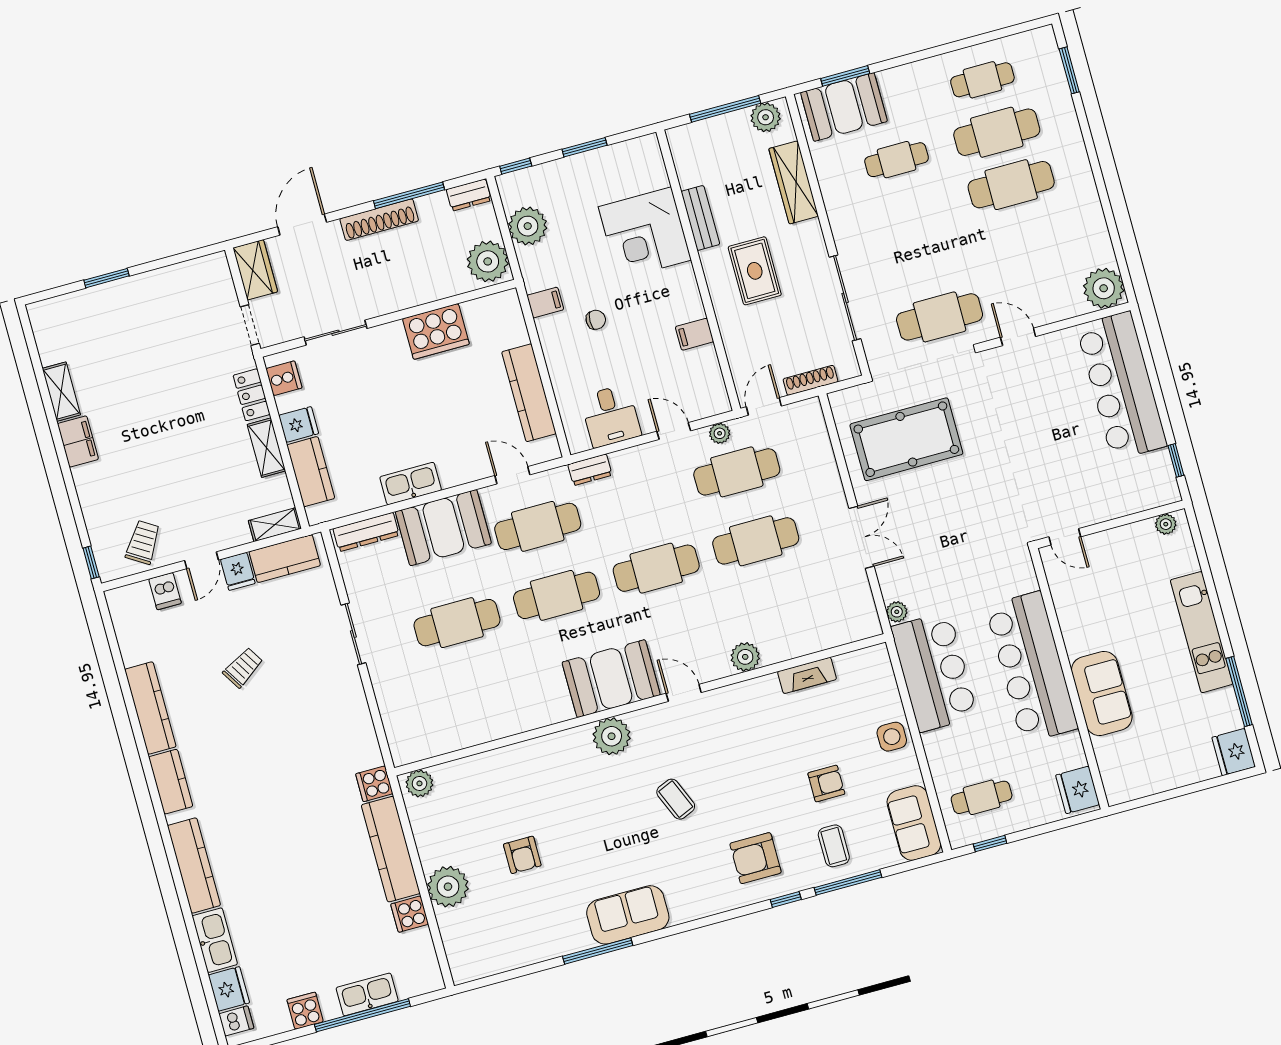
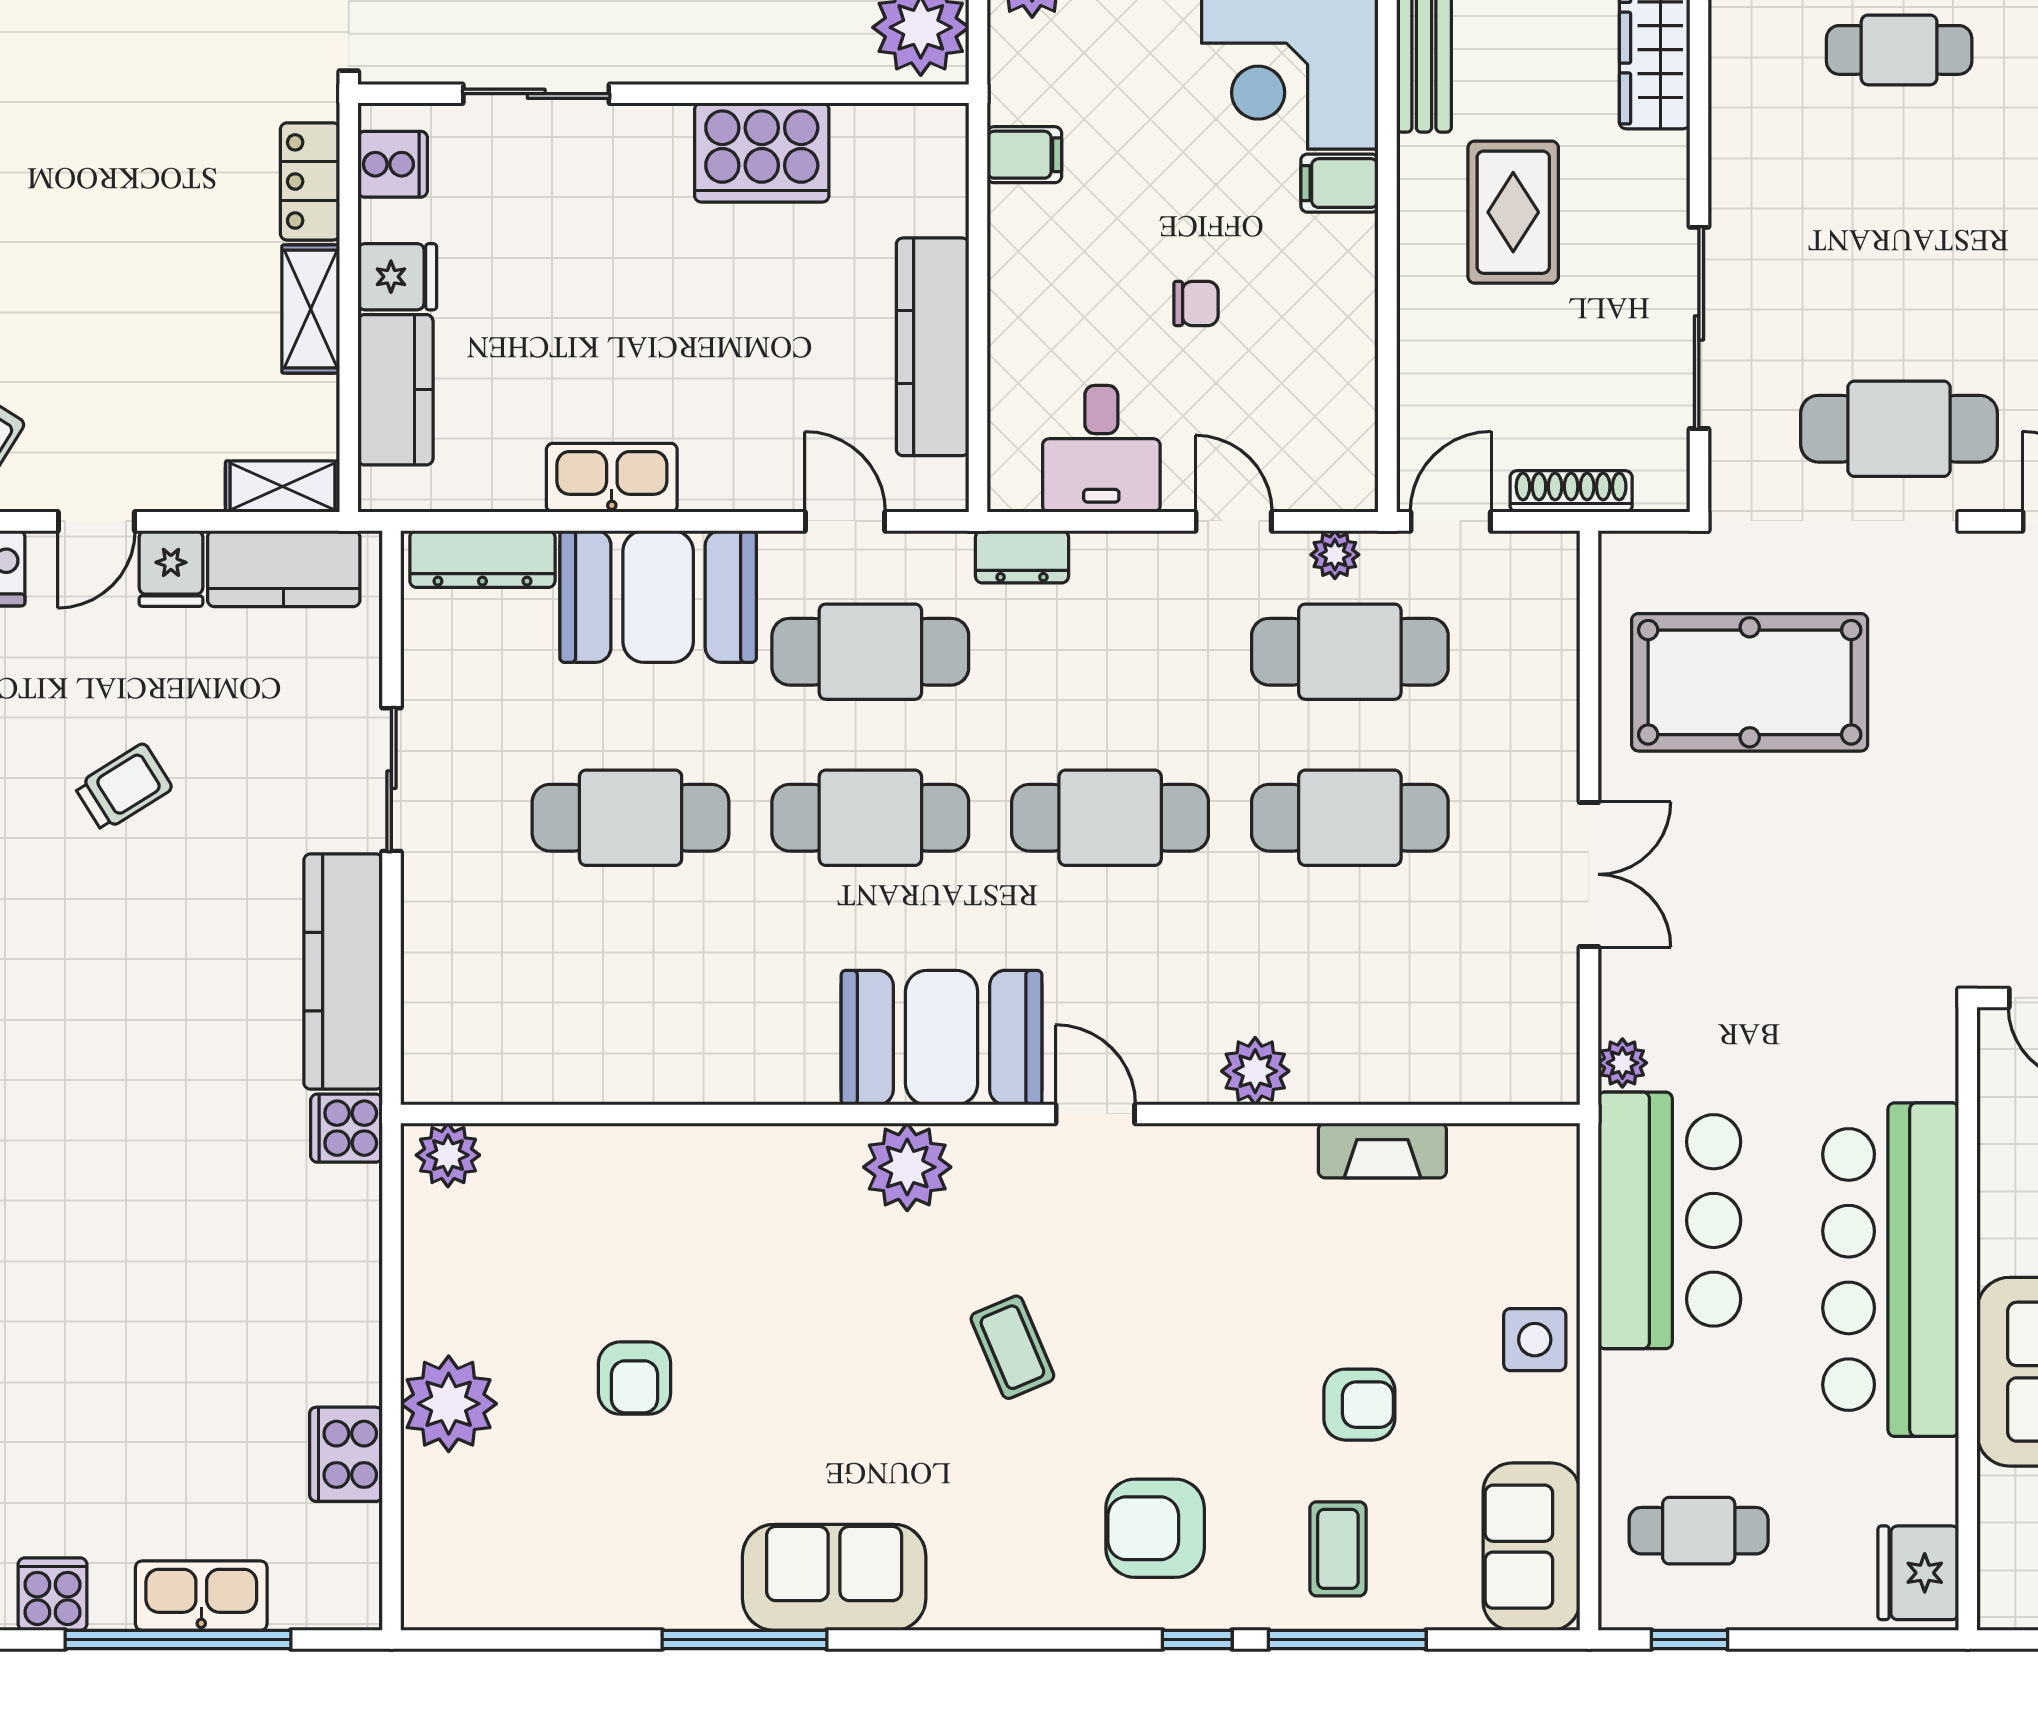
chair: (596, 320) -> (1196, 303), moved
filing cabinet: (695, 334) -> (1339, 183), moved
kitchen counter: (391, 849) -> (343, 972), moved
cooker: (410, 914) -> (346, 1454), width x1.36

